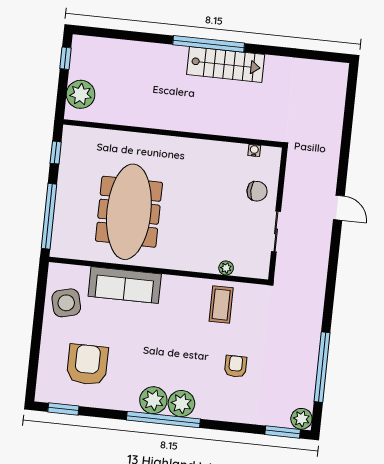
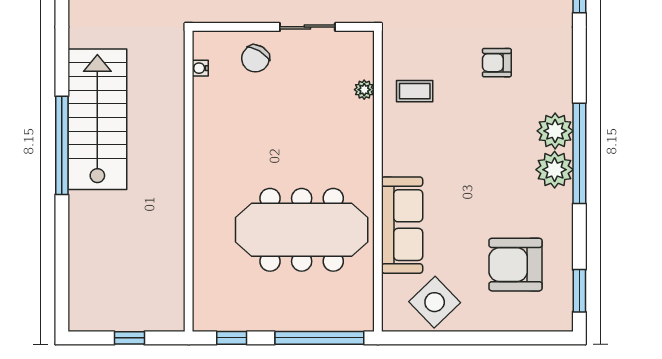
window: (66, 58) -> (129, 338), moved
stairs: (226, 64) -> (97, 119), width x1.36, depth x1.51
plant: (81, 94) -> (149, 312), removed
chair: (257, 191) -> (255, 58), turned -149
side table: (66, 303) -> (435, 302), turned -30
coffee table: (221, 305) -> (415, 91), width x0.73, depth x0.77

